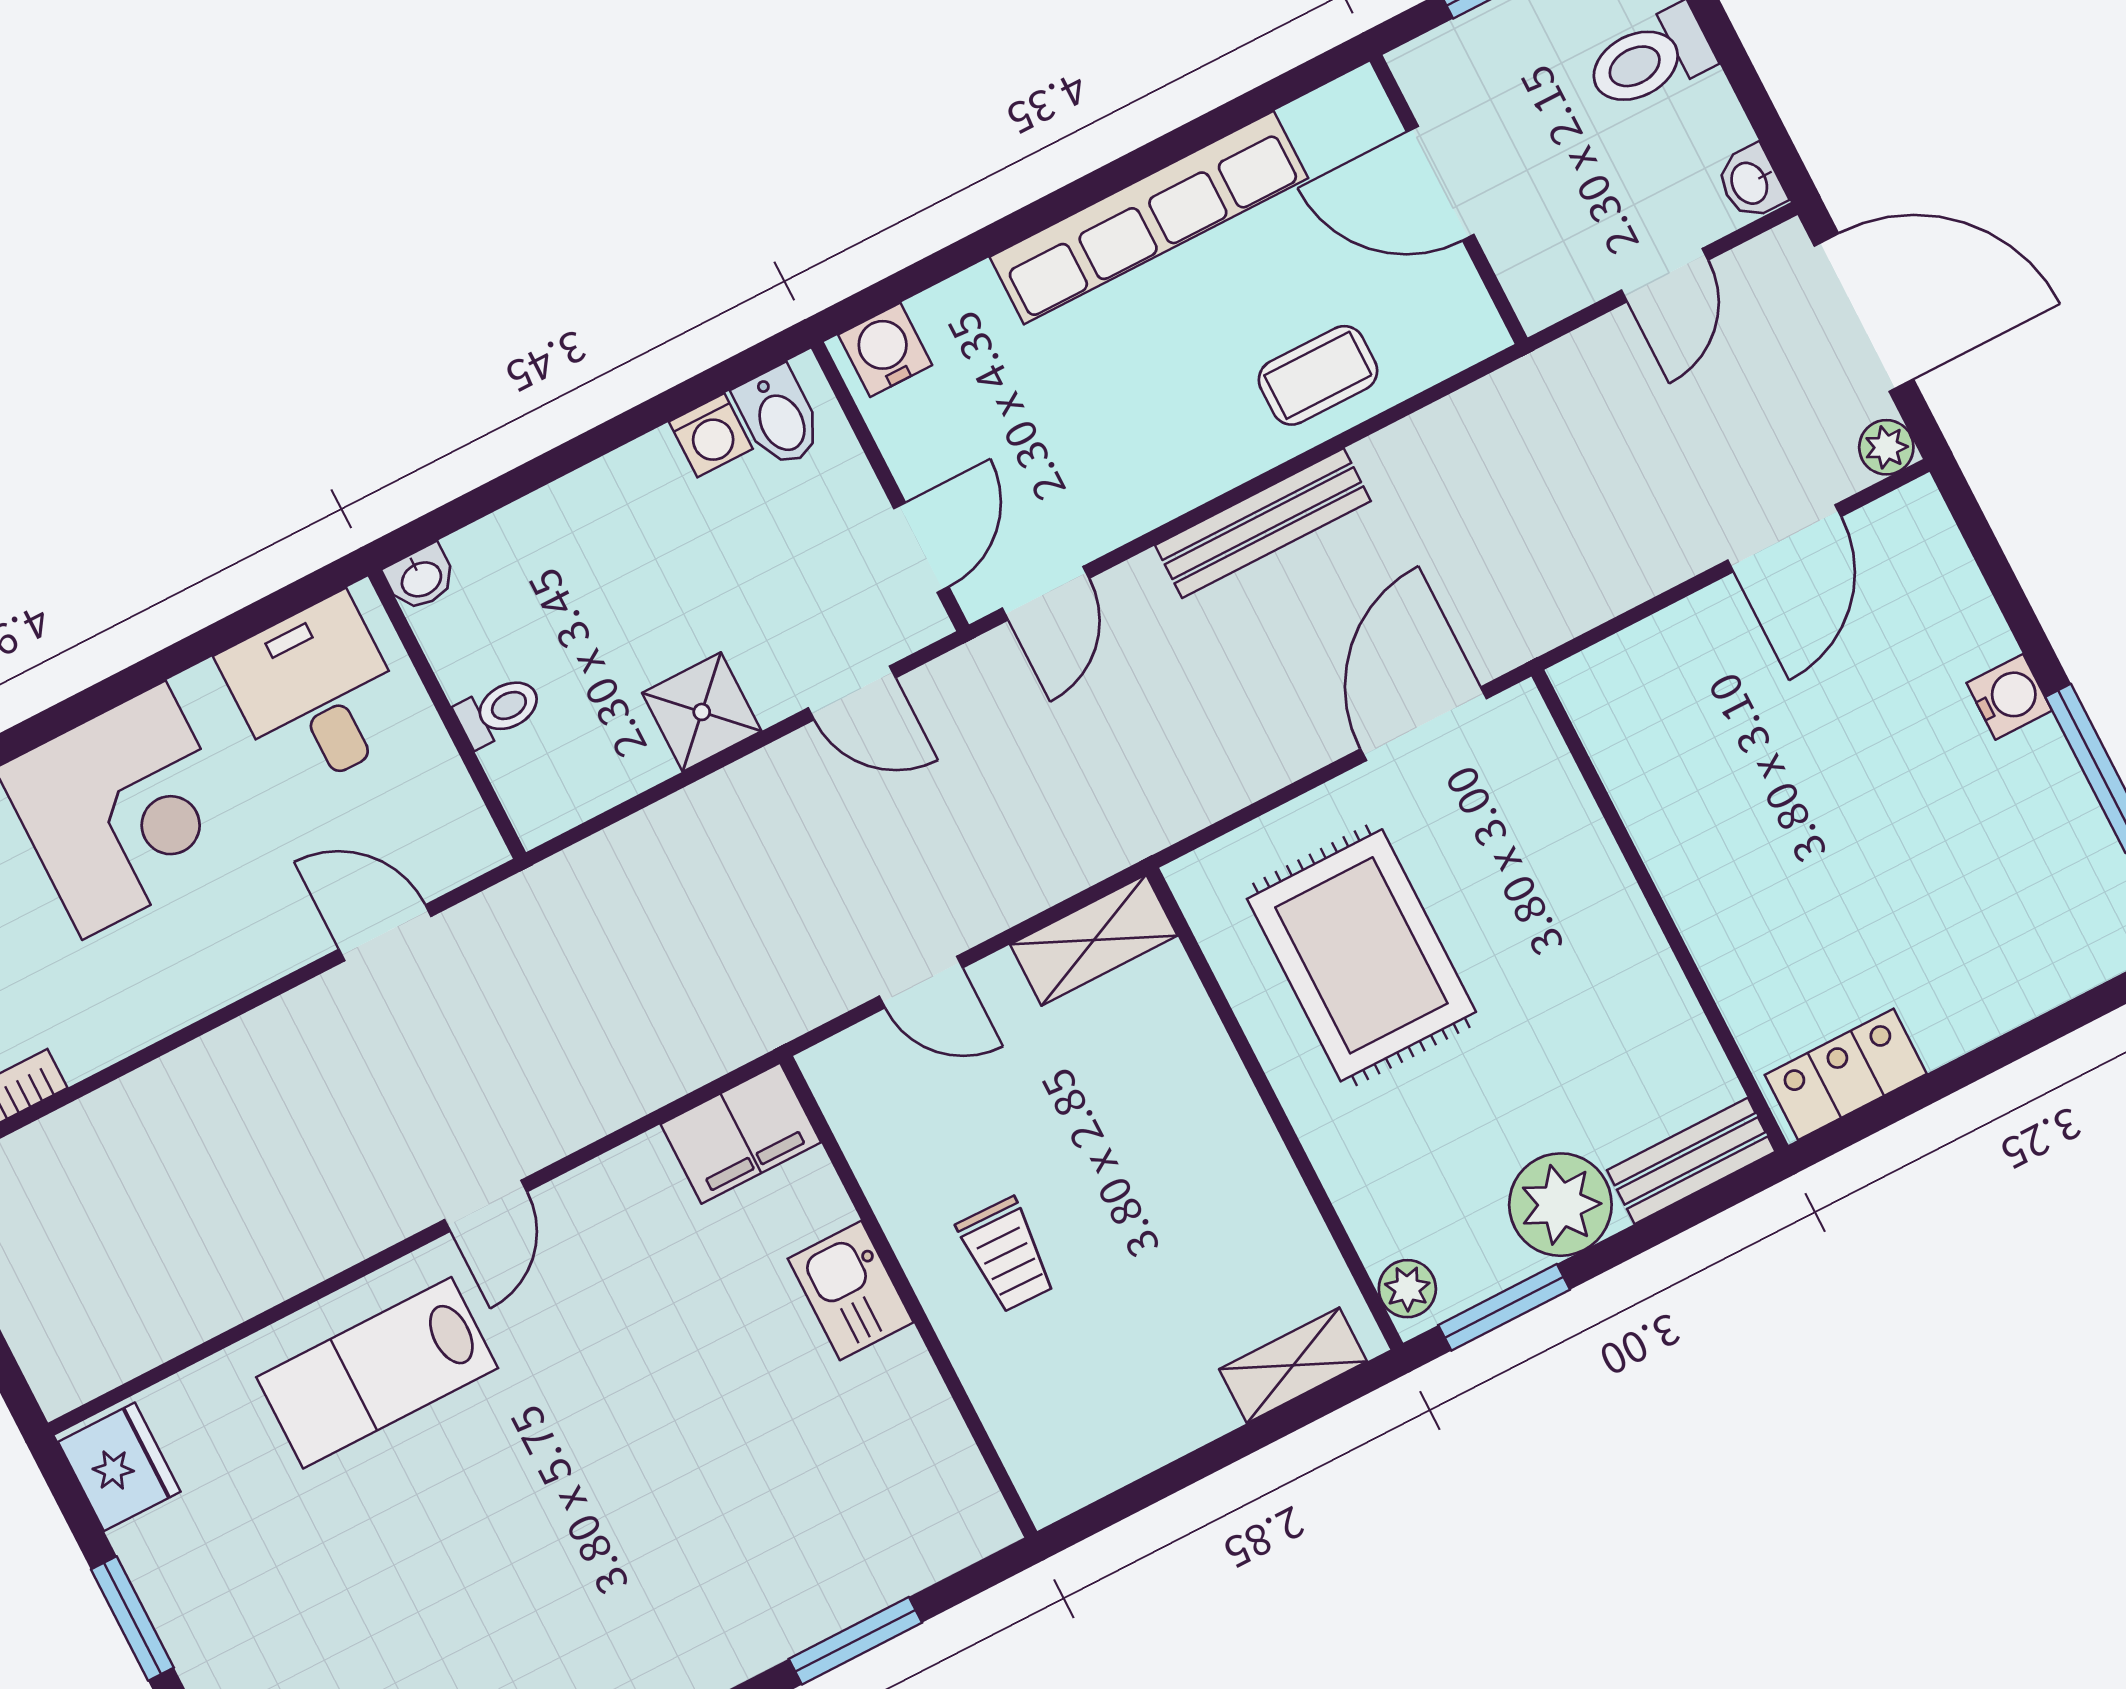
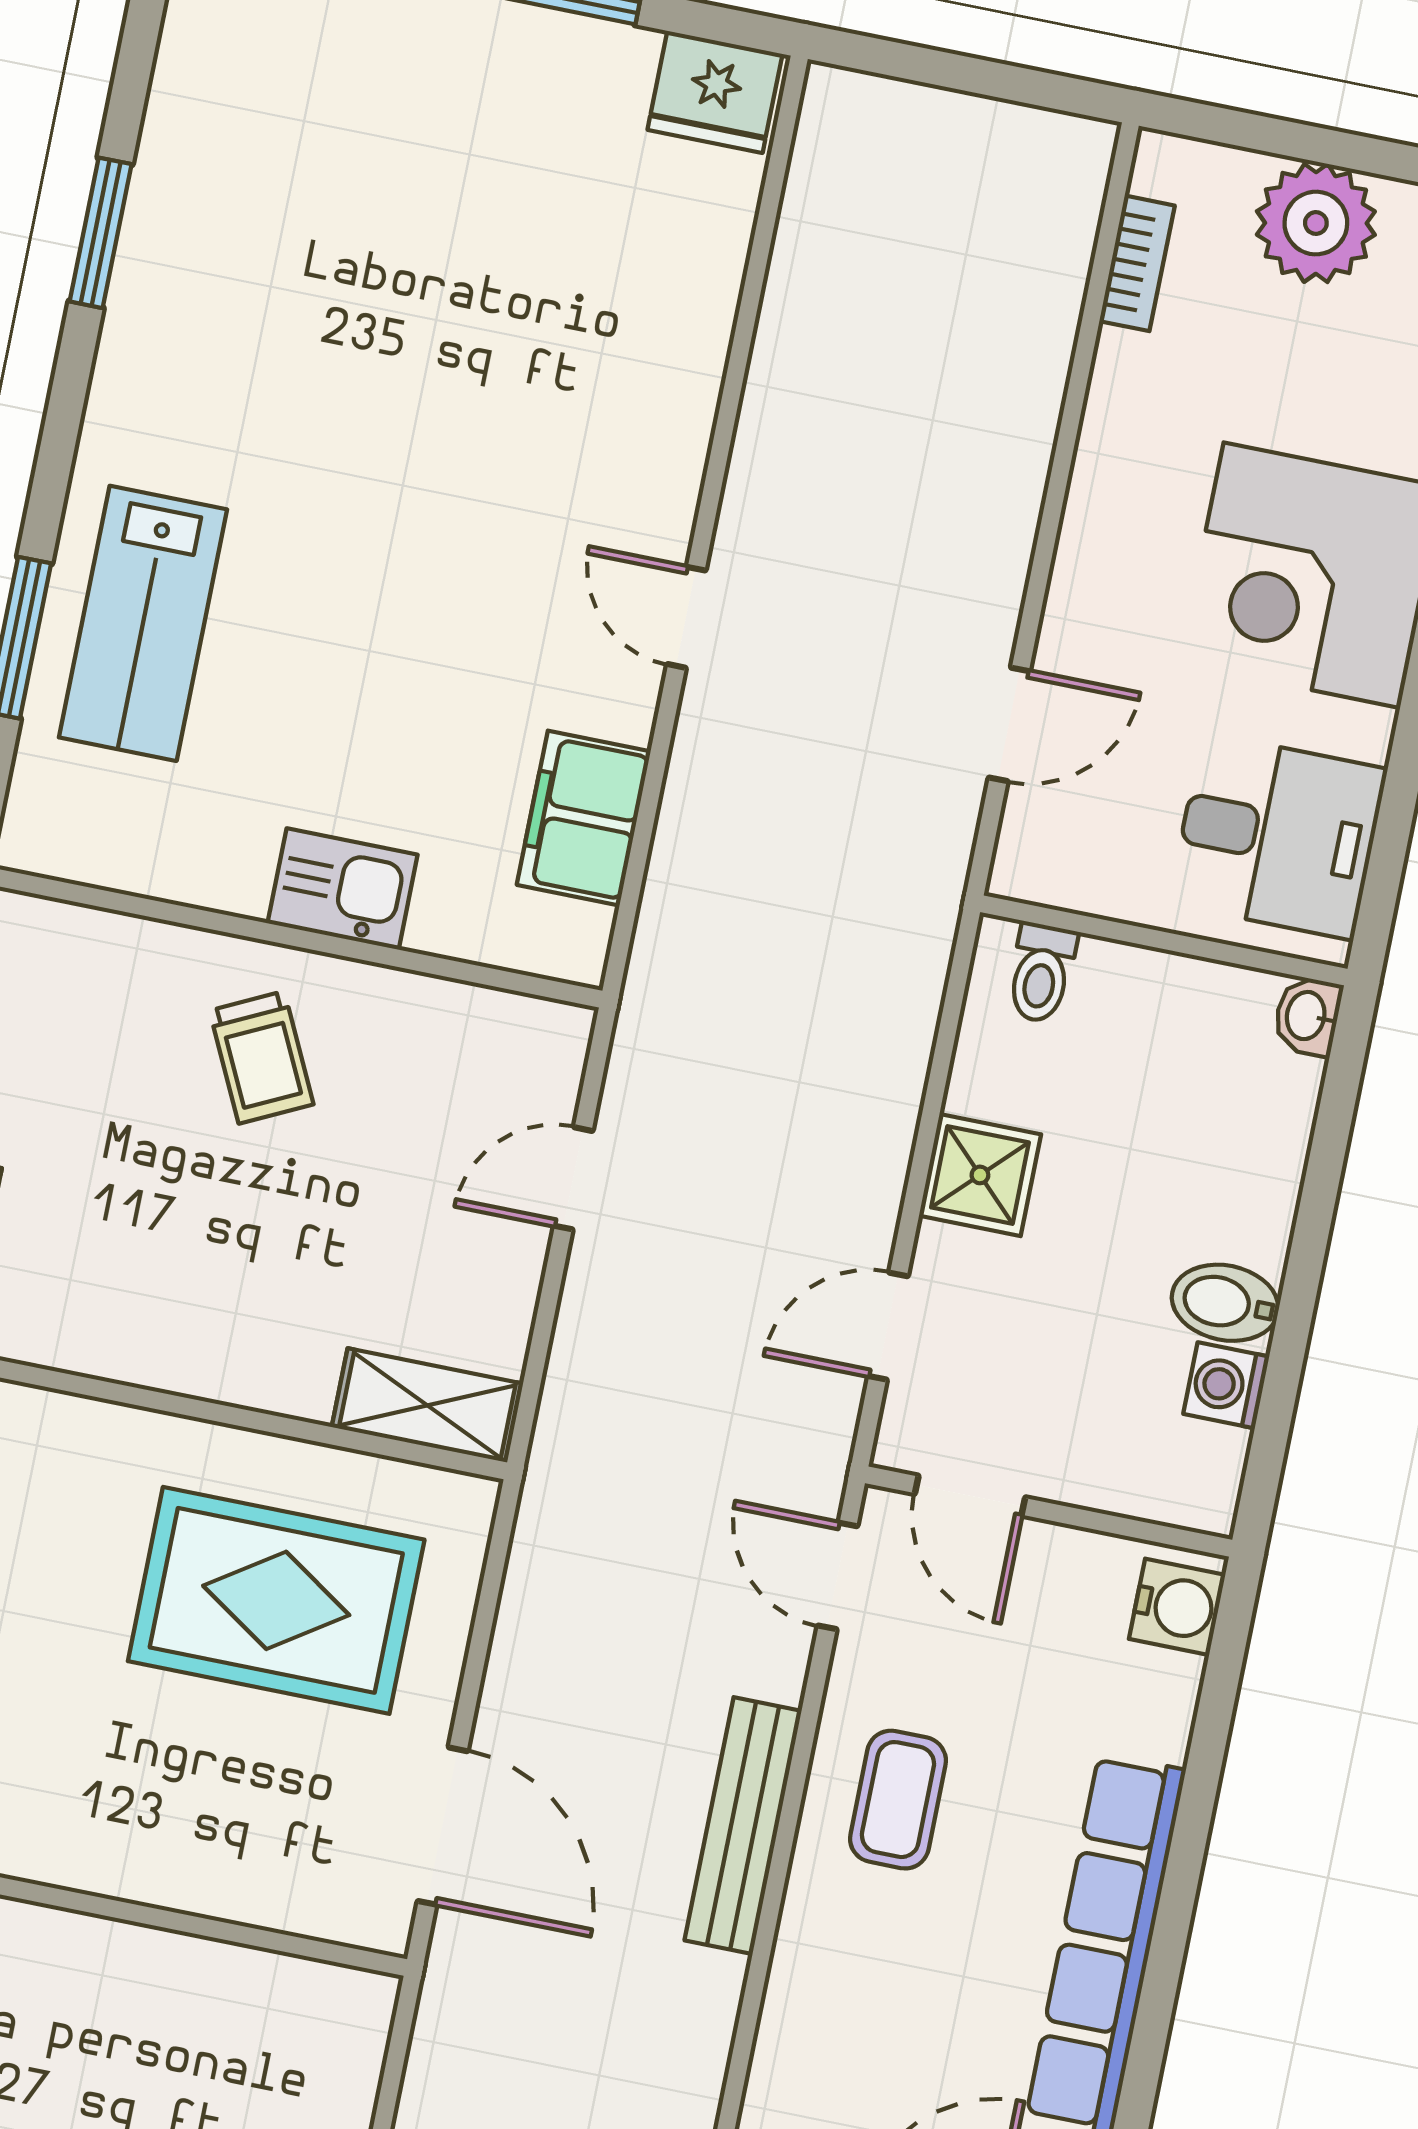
coffee table: (1318, 375) -> (898, 1800), moved
bidet: (779, 417) -> (1225, 1303), moved
toilet: (499, 711) -> (1041, 973), moved
shelving: (1094, 940) -> (427, 1405), moved, turned 90
filing cabinet: (741, 1133) -> (584, 818), moved
trolley: (1006, 1255) -> (261, 1057), turned -117
lab bench: (377, 1373) -> (143, 623), moved, turned 180

